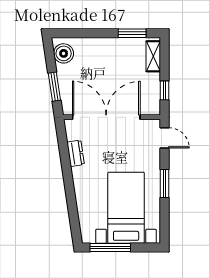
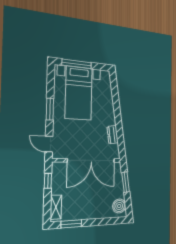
window: (110, 247) -> (77, 64), moved

